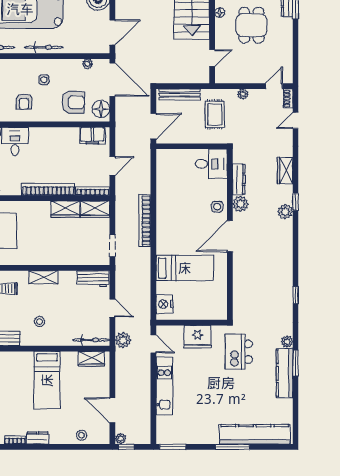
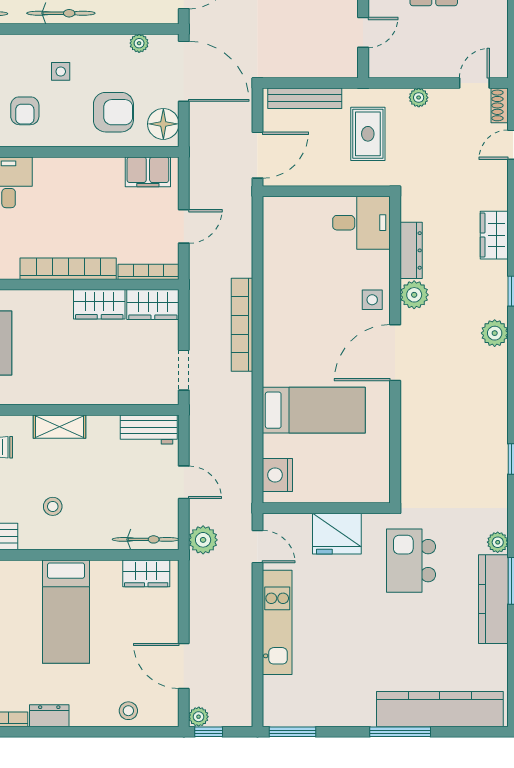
plant: (285, 212) -> (495, 333), moved

